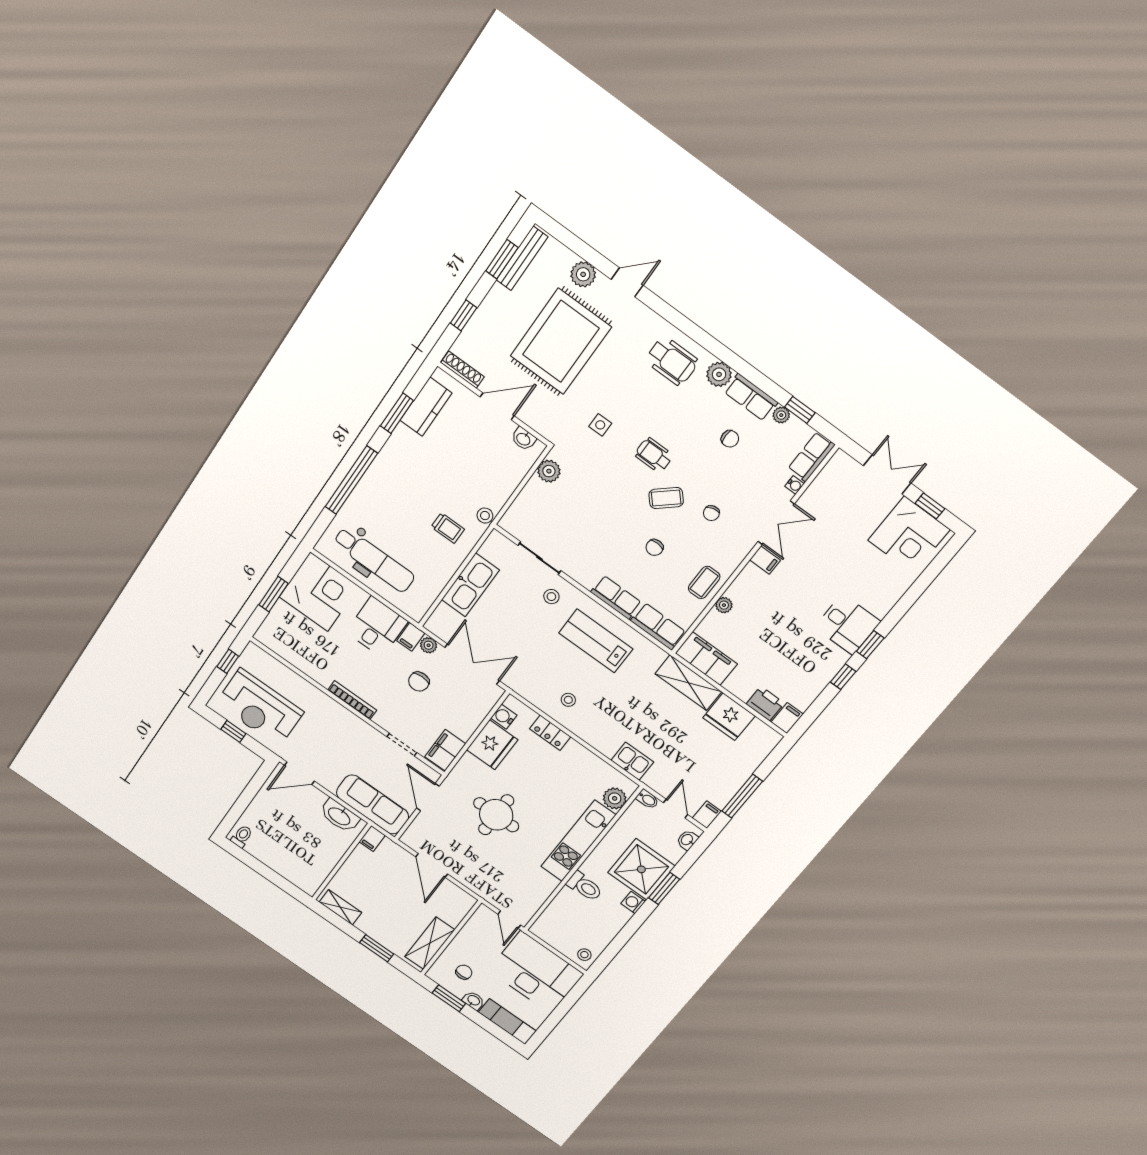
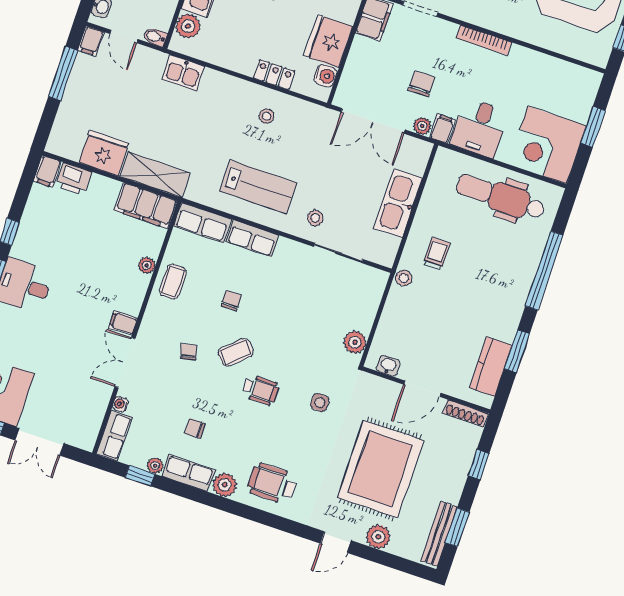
trolley: (448, 528) -> (437, 254), turned 90

